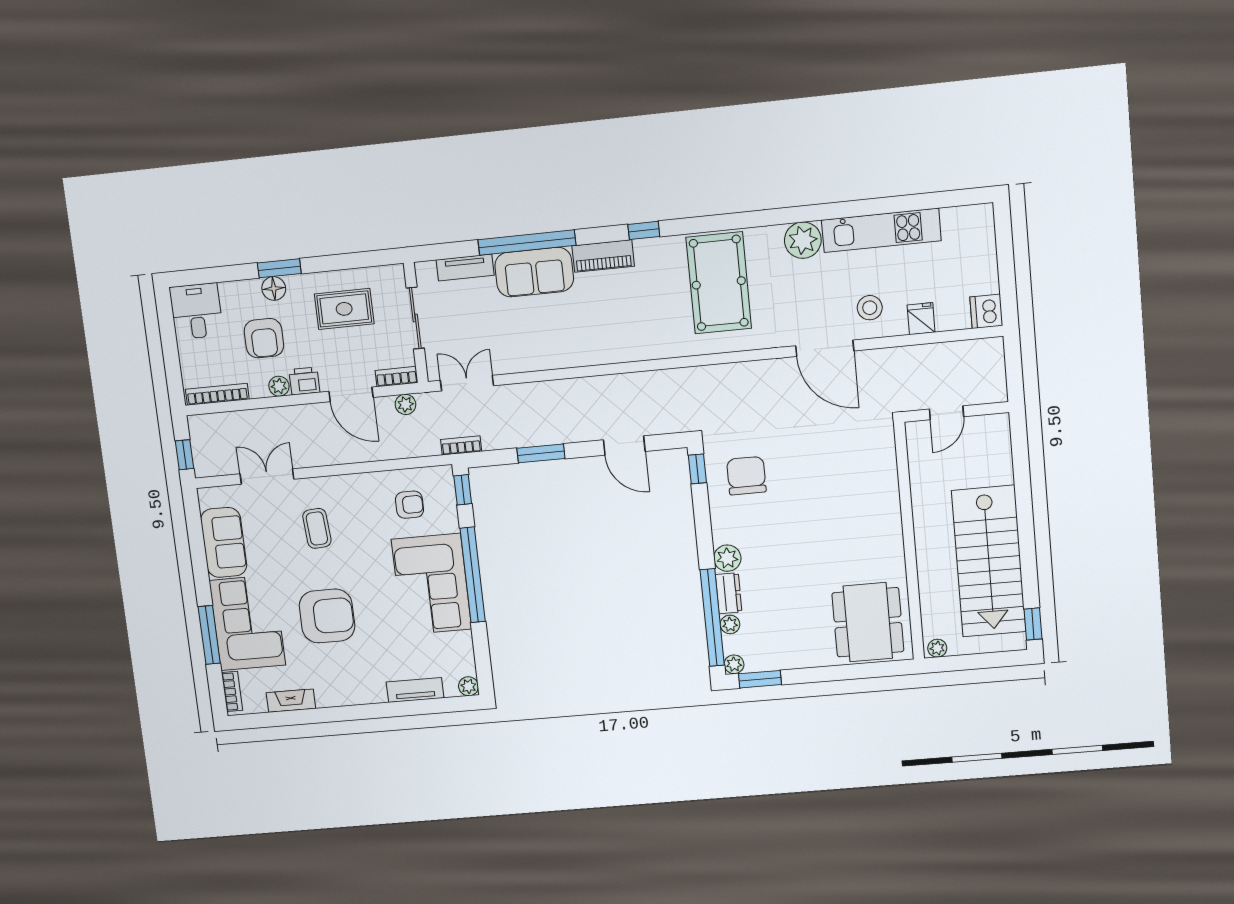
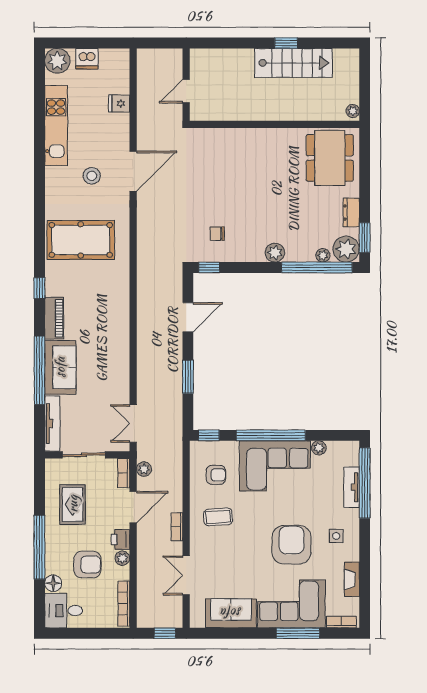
plant: (803, 240) -> (57, 61), moved
window: (279, 268) -> (39, 547), width x2.11
tv unit: (465, 268) -> (52, 424), width x1.41
floor lamp: (274, 288) -> (53, 583), moved
stool: (870, 308) -> (92, 176), moved
dishwasher: (986, 311) -> (87, 59), moved
door: (947, 413) -> (186, 91), swing flipped
bookcase: (461, 445) -> (177, 527), moved
chair: (746, 476) -> (217, 234), width x0.54, depth x0.54
armchair: (409, 505) -> (216, 475), turned 90
coffee table: (317, 528) -> (218, 517), moved
stairs: (989, 561) -> (294, 63), width x0.73, depth x0.66
dresser: (729, 593) -> (351, 212), moved, turned -90
dining table: (868, 622) -> (330, 158), turned 90
window: (1033, 624) -> (286, 43), moved
plant: (734, 664) -> (346, 249), width x1.88, depth x1.88
side table: (347, 675) -> (336, 536), added
plant: (468, 686) -> (319, 448), moved
window: (423, 707) -> (365, 483), added

